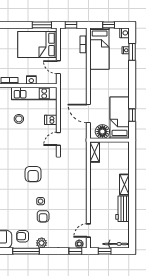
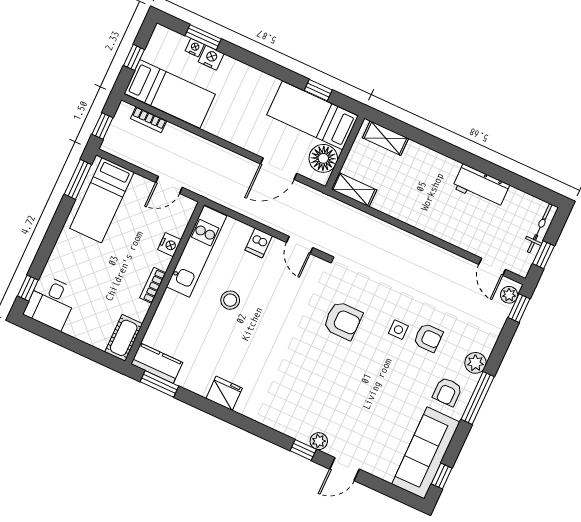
nightstand: (125, 33) -> (211, 58), moved
bed: (37, 44) -> (102, 200), width x0.67
shelving: (124, 185) -> (385, 138), moved

